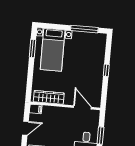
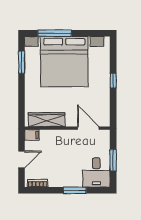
window: (84, 29) -> (55, 33), moved
bed with nightstands: (53, 50) -> (64, 62), width x1.85

